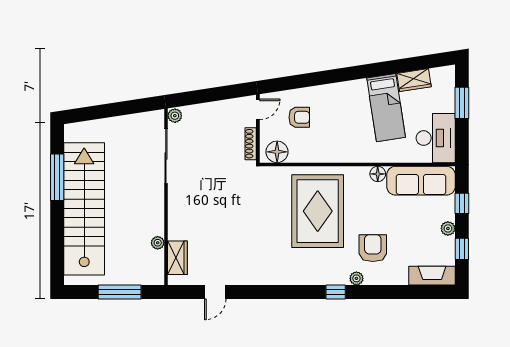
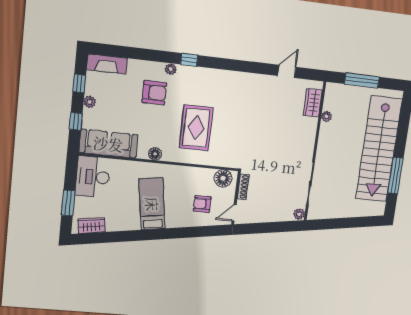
wardrobe: (414, 80) -> (91, 226), moved
bed: (386, 108) -> (152, 204), moved
floor lamp: (378, 174) -> (155, 154), moved
rug: (318, 211) -> (196, 128), width x0.73, depth x0.69
armchair: (373, 248) -> (154, 93), turned -90

